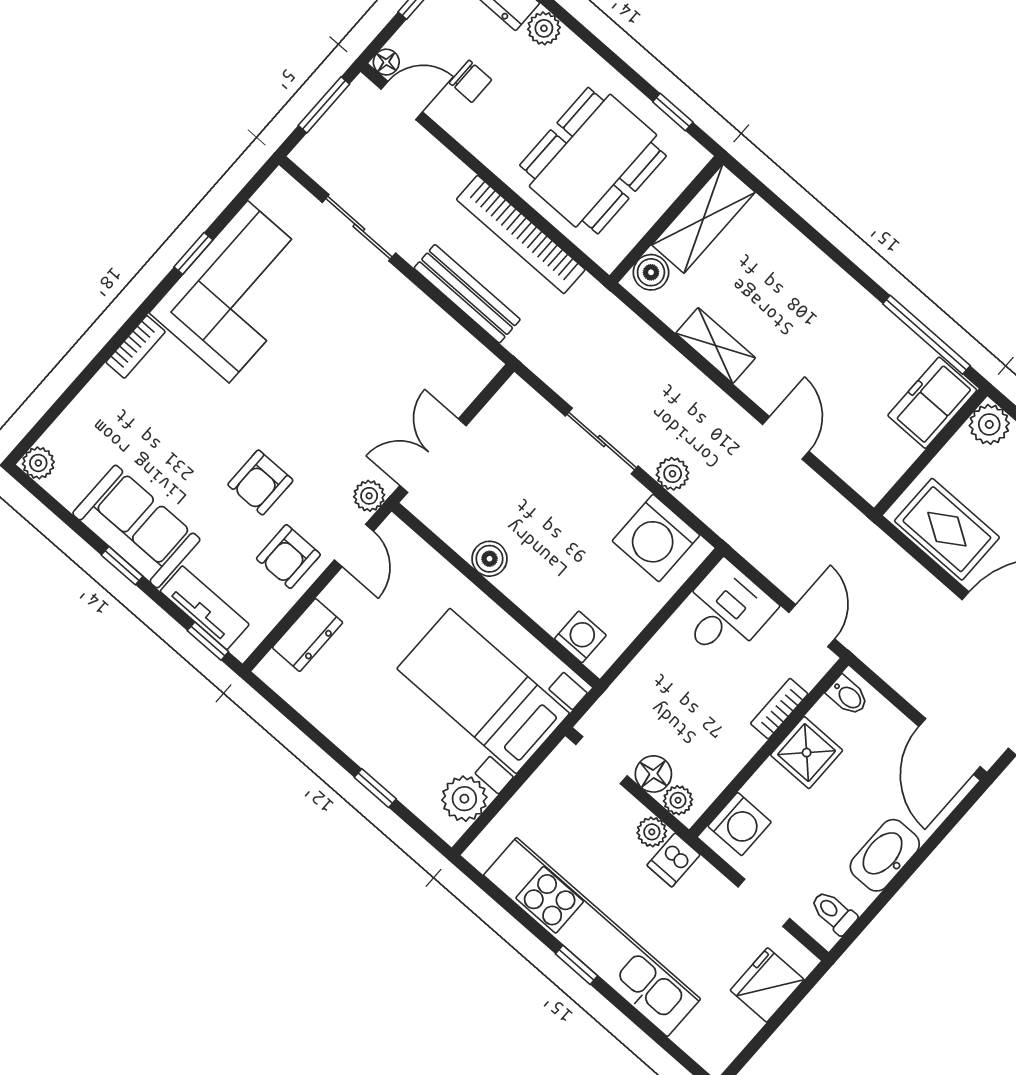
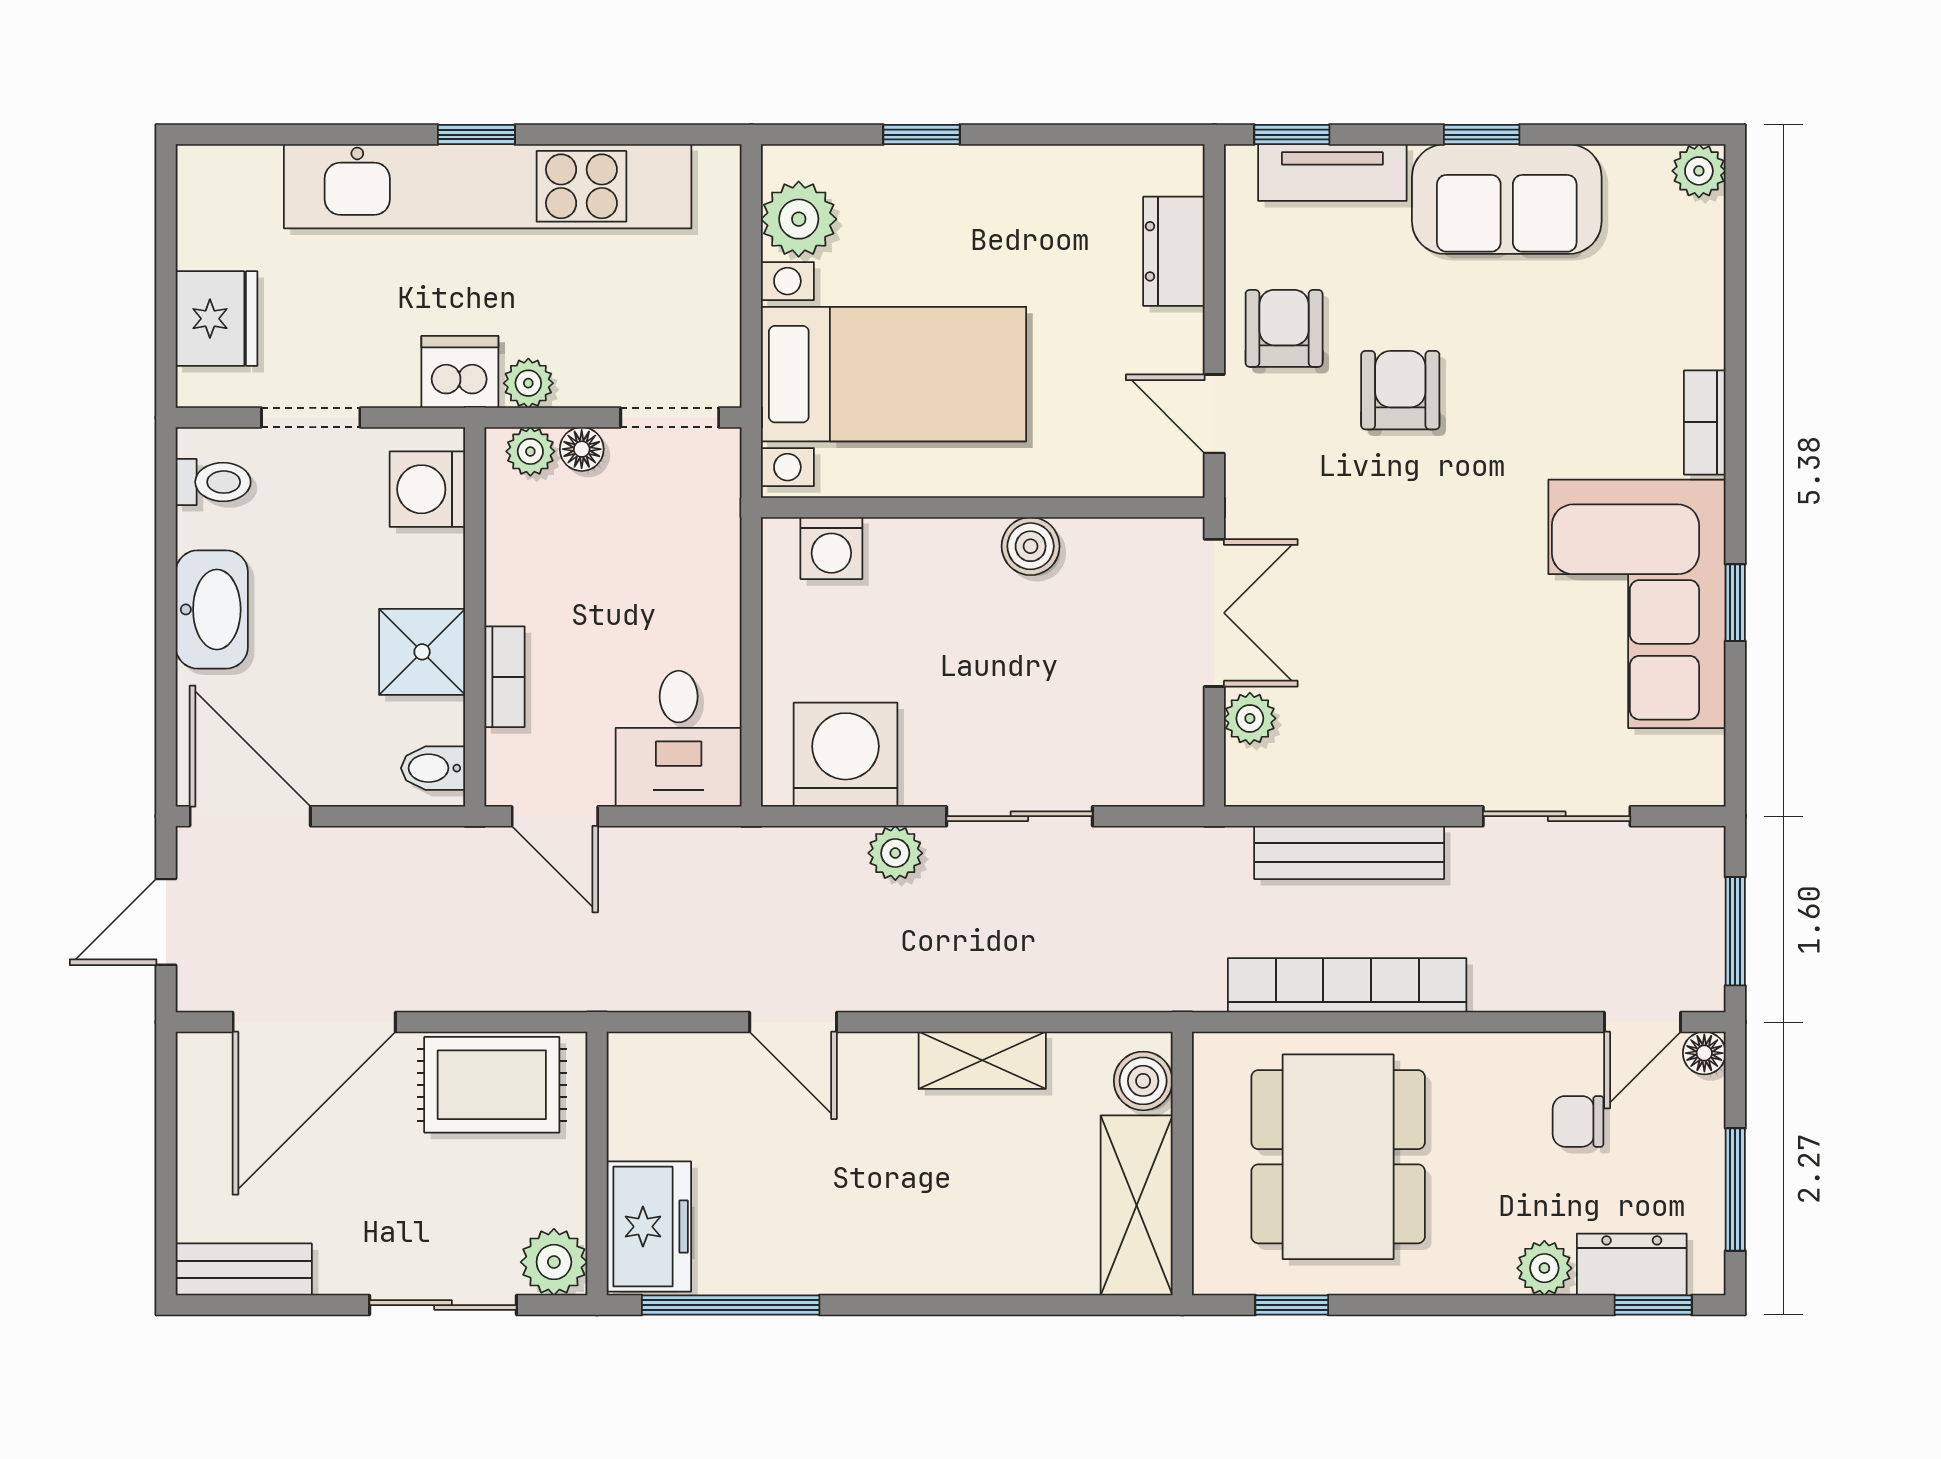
plant: (369, 496) -> (1250, 718), moved
floor lamp: (653, 774) -> (582, 449), width x0.73, depth x0.73
dishwasher: (673, 860) -> (460, 372), width x1.38

